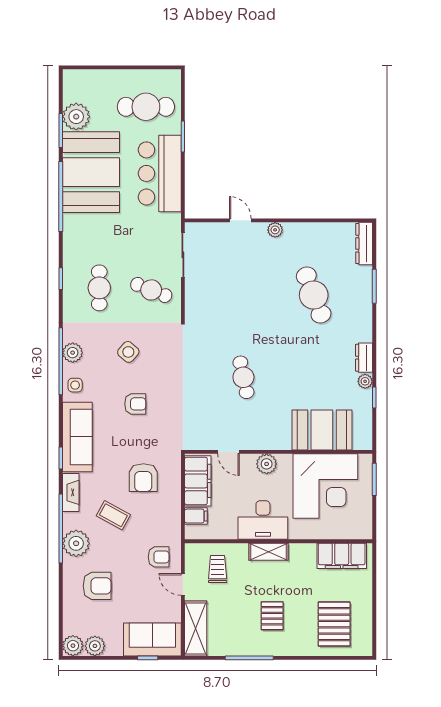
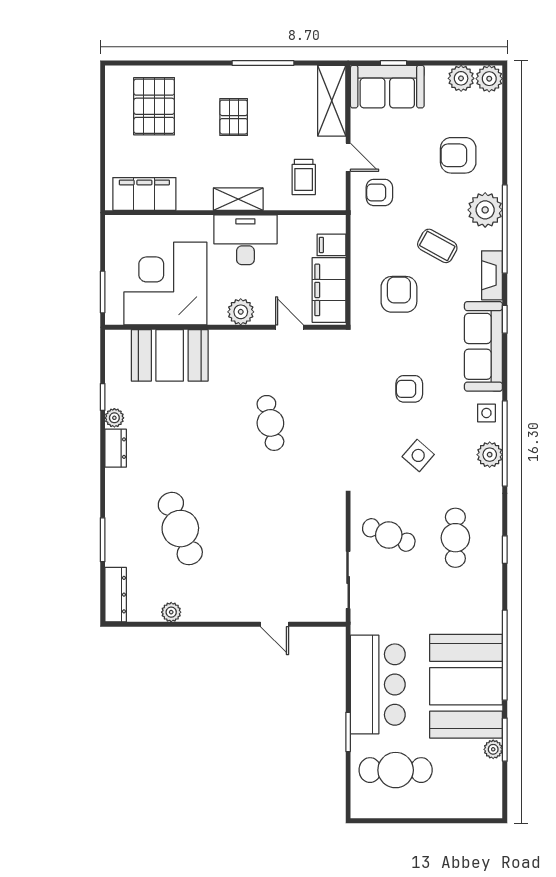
plant: (76, 117) -> (493, 749), width x0.53, depth x0.53
plant: (275, 230) -> (171, 612), moved

